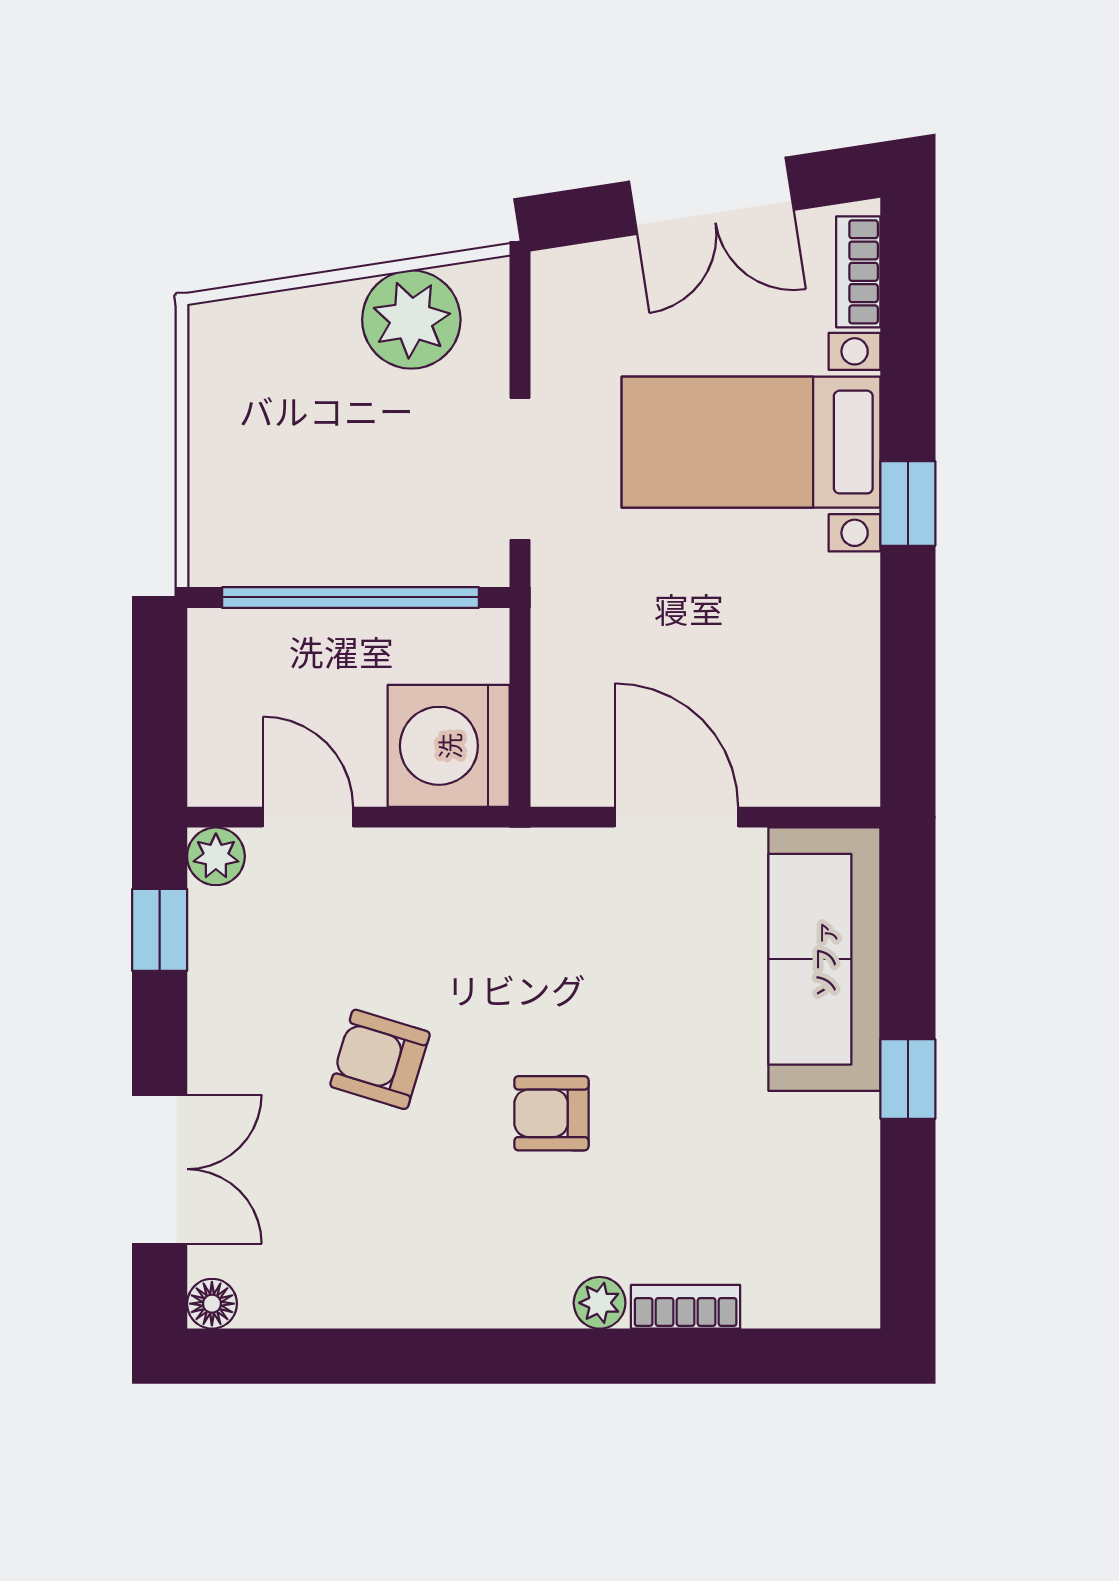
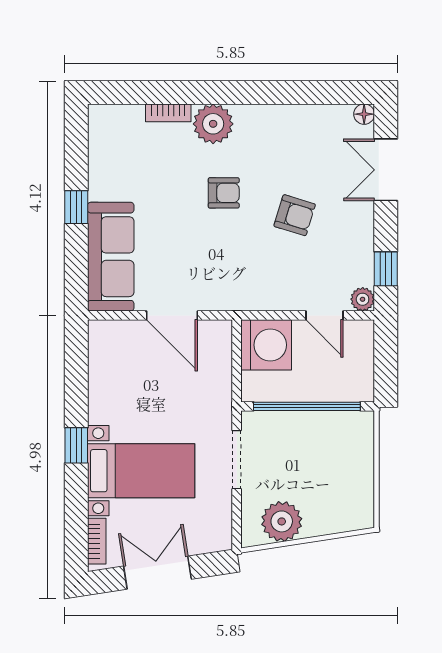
plant: (600, 1303) -> (213, 124), width x1.88, depth x1.88

